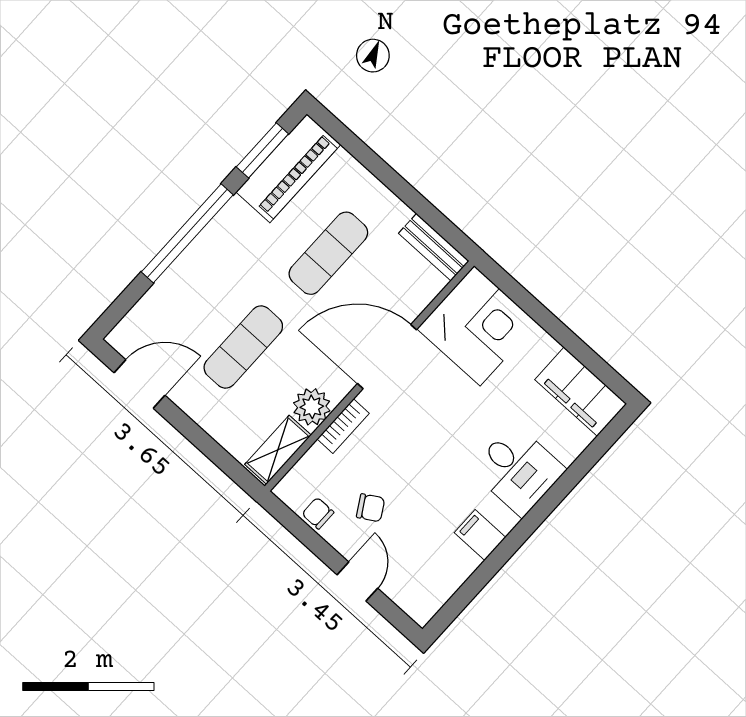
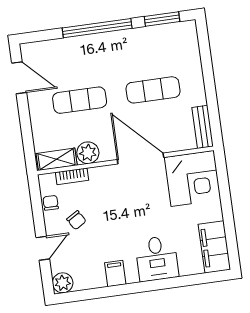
piano: (288, 168) -> (167, 37), removed
bookcase: (343, 426) -> (72, 176), moved
plant: (421, 605) -> (63, 283), added

